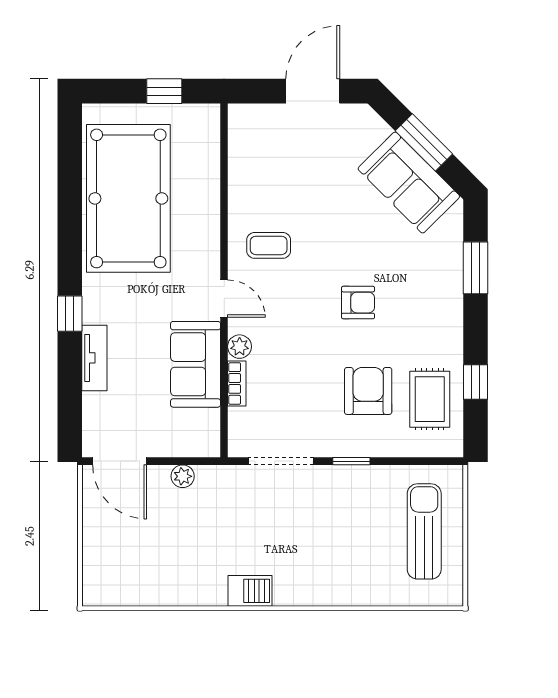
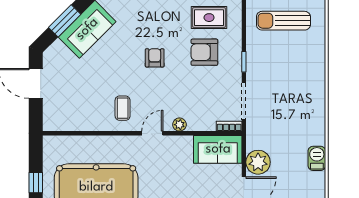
window: (164, 91) -> (36, 183), moved
sofa: (196, 364) -> (218, 149), moved
bookcase: (237, 383) -> (229, 126), moved
plant: (183, 476) -> (258, 162), width x1.88, depth x1.88
barbecue: (250, 591) -> (317, 158), moved

